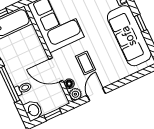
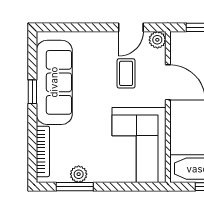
floor lamp: (69, 84) -> (159, 57), removed

